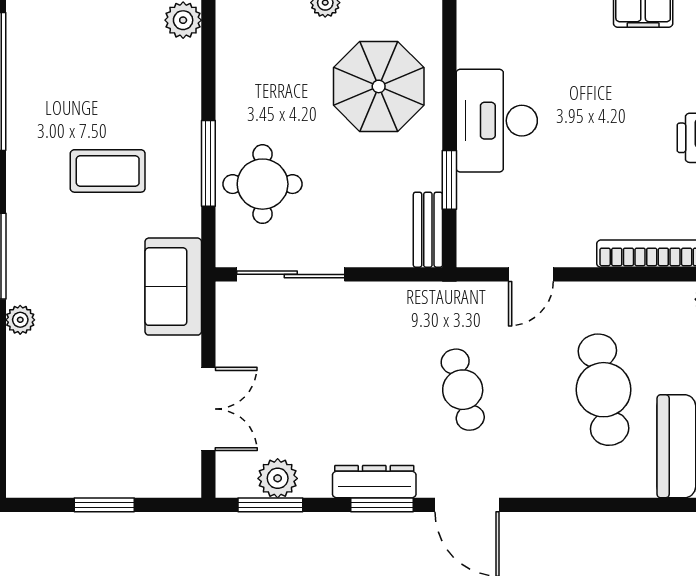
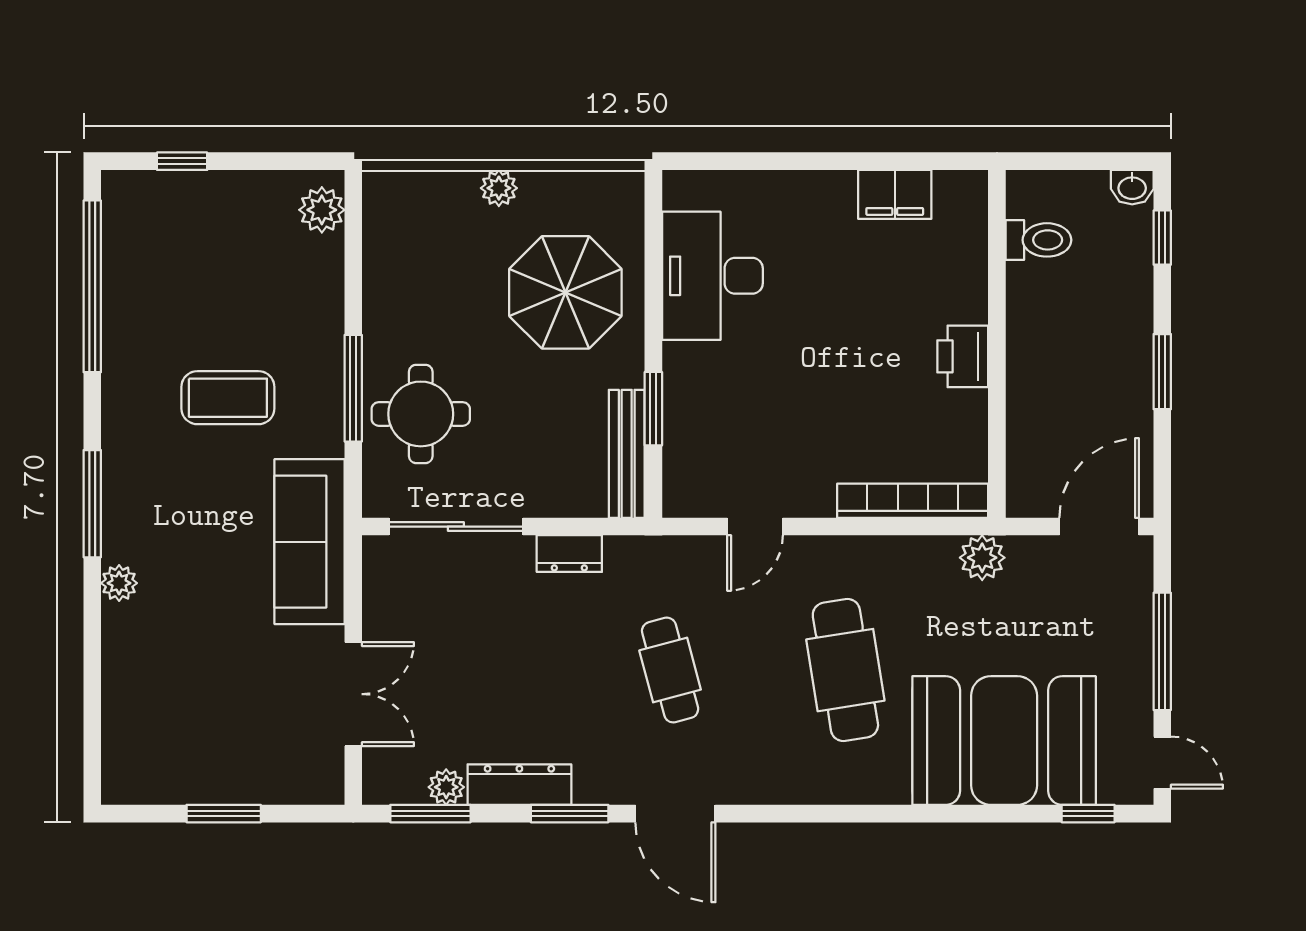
desk: (497, 121) -> (712, 276), moved
bench: (428, 230) -> (627, 454), width x1.36
sofa: (173, 287) -> (310, 542), width x1.36
dresser: (382, 296) -> (569, 554), added
plant: (278, 478) -> (446, 787), width x0.73, depth x0.73
dresser: (374, 482) -> (519, 785), moved

